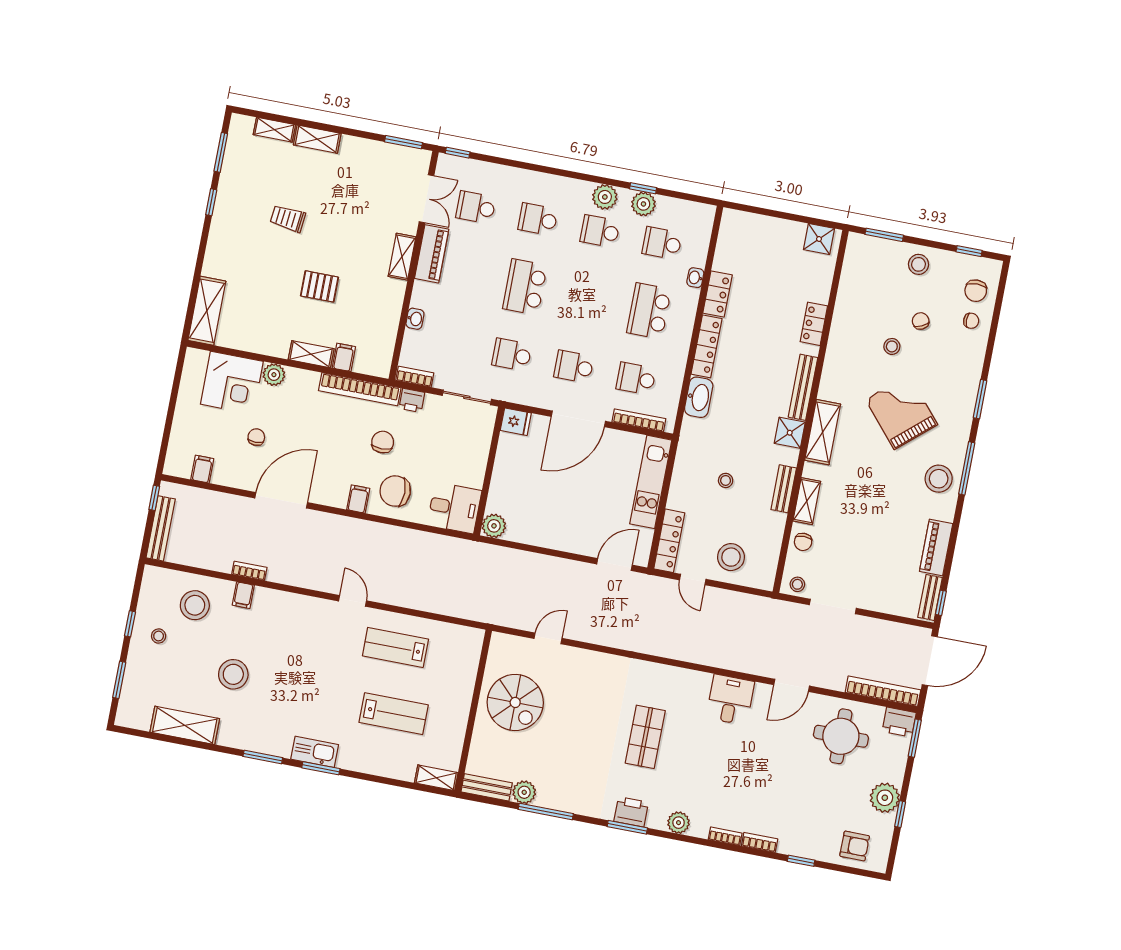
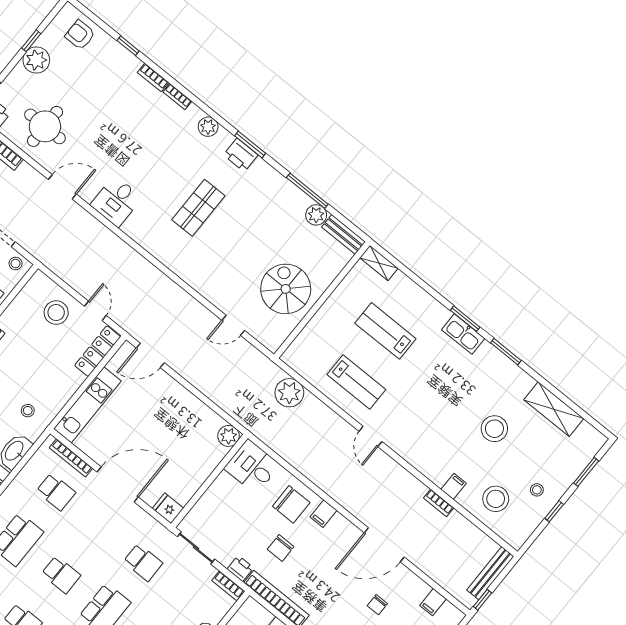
school desk: (574, 367) -> (61, 575), moved
stool: (726, 480) -> (28, 411), moved
plant: (456, 601) -> (289, 393), added

